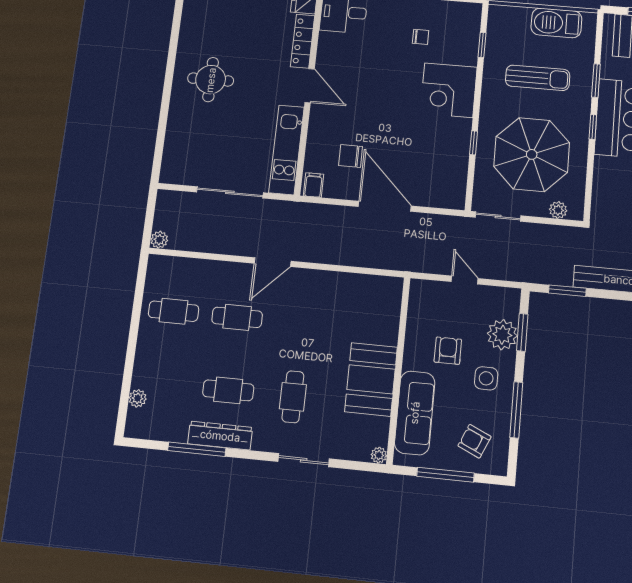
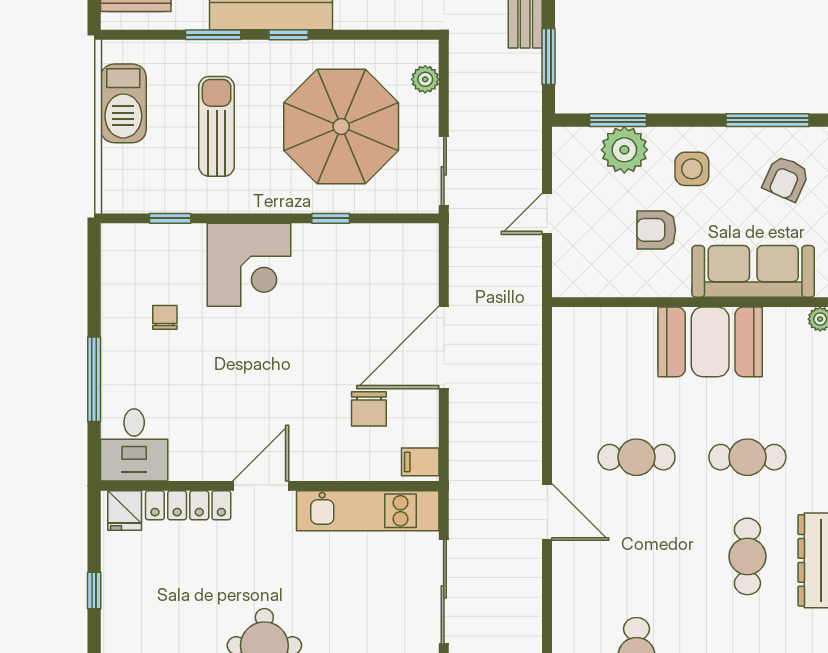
cafe table: (237, 317) -> (637, 457), moved, turned 90
window: (516, 410) -> (767, 120), moved

